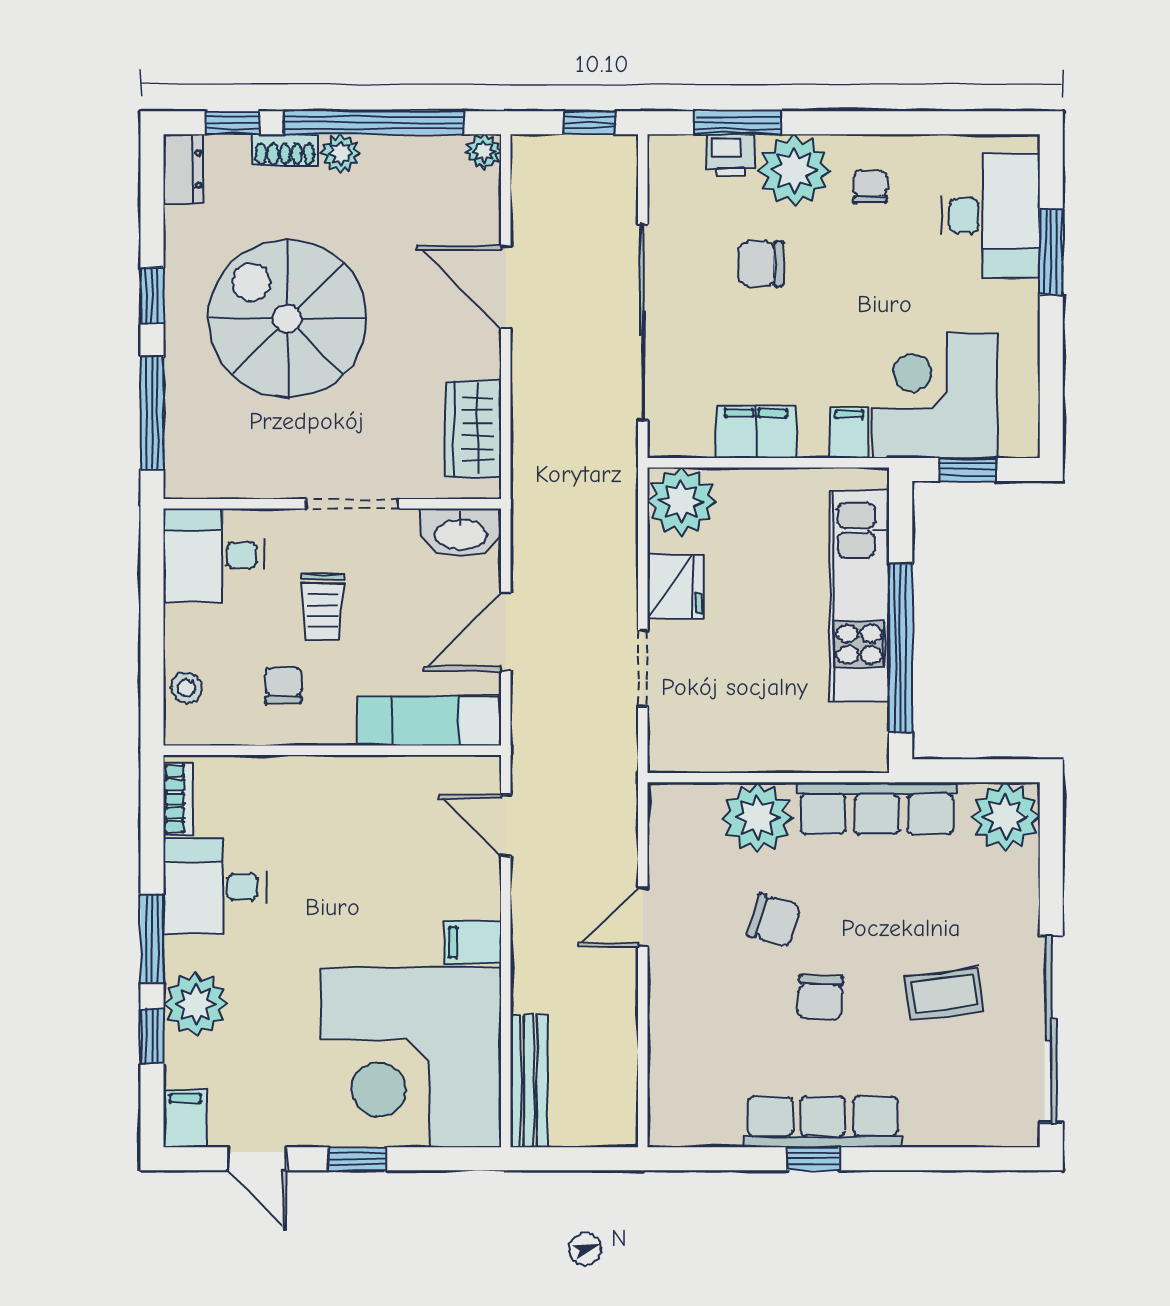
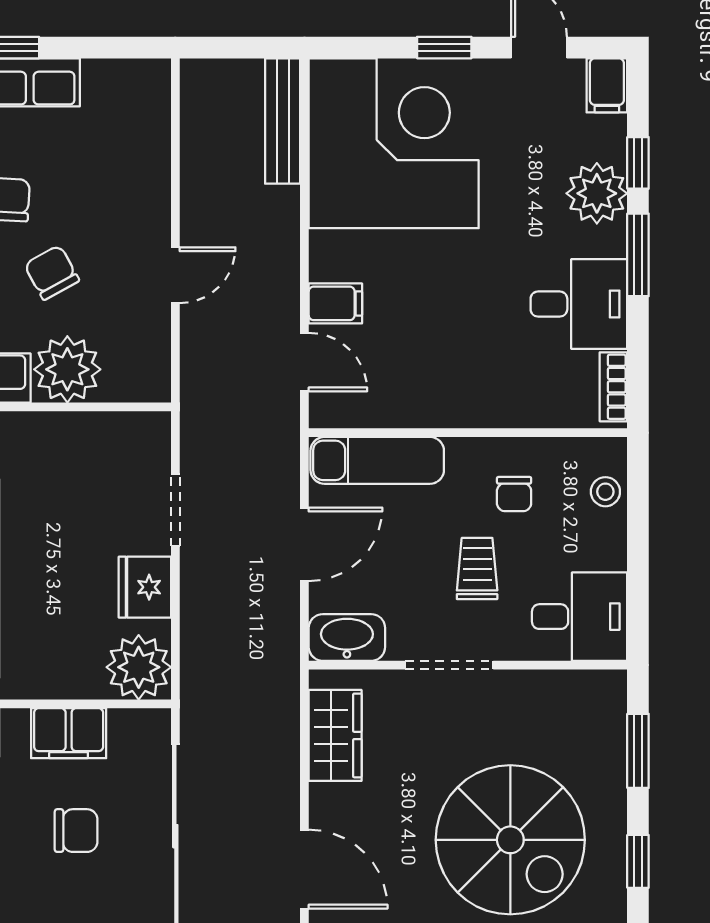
chair: (761, 264) -> (76, 831), moved
window: (152, 413) -> (638, 751), width x0.69
chair: (774, 920) -> (52, 273), turned 45
filing cabinet: (473, 942) -> (335, 303), moved

